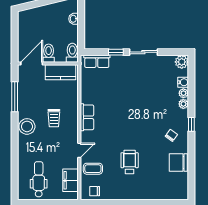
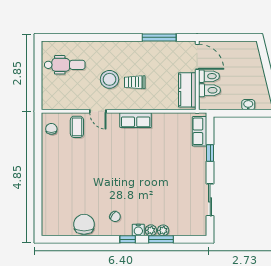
sliding door: (143, 52) -> (210, 200), moved
toilet: (72, 53) -> (209, 90), moved
plant: (182, 62) -> (199, 228), removed
water cooler: (183, 82) -> (138, 230), moved
window: (191, 95) -> (161, 239), added
stool: (27, 126) -> (109, 79), moved
wheelchair: (130, 162) -> (84, 169), removed
filing cabinet: (70, 180) -> (64, 101), removed

